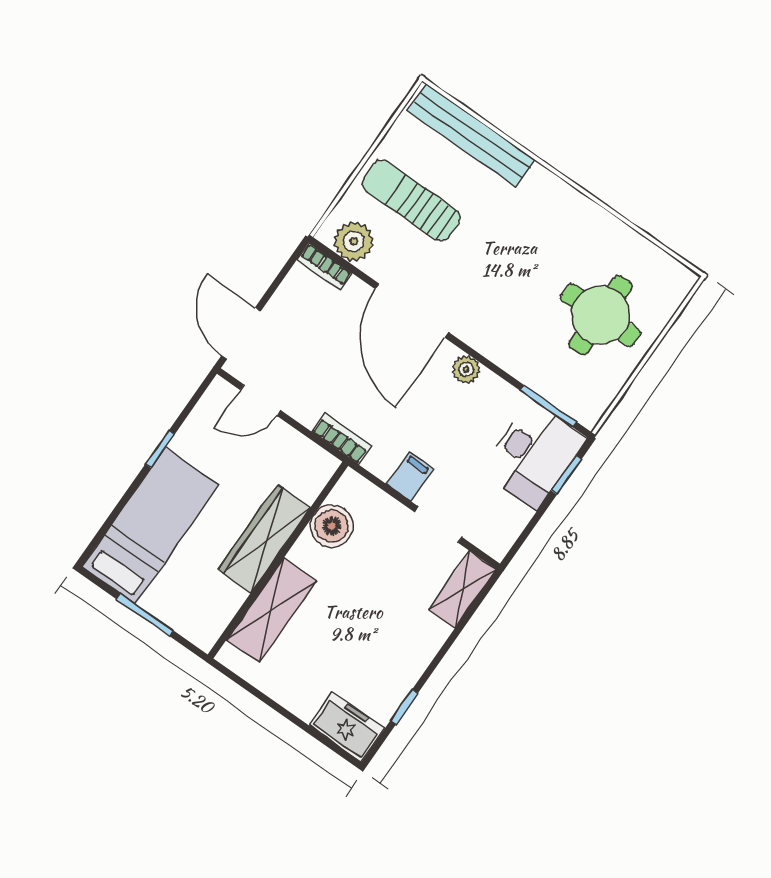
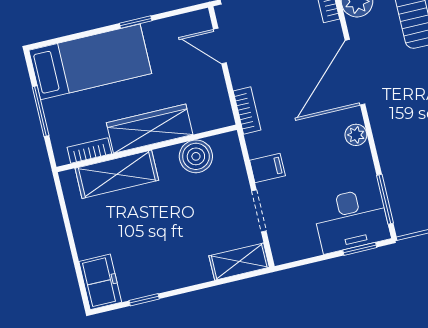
bookcase: (225, 611) -> (89, 151), added

